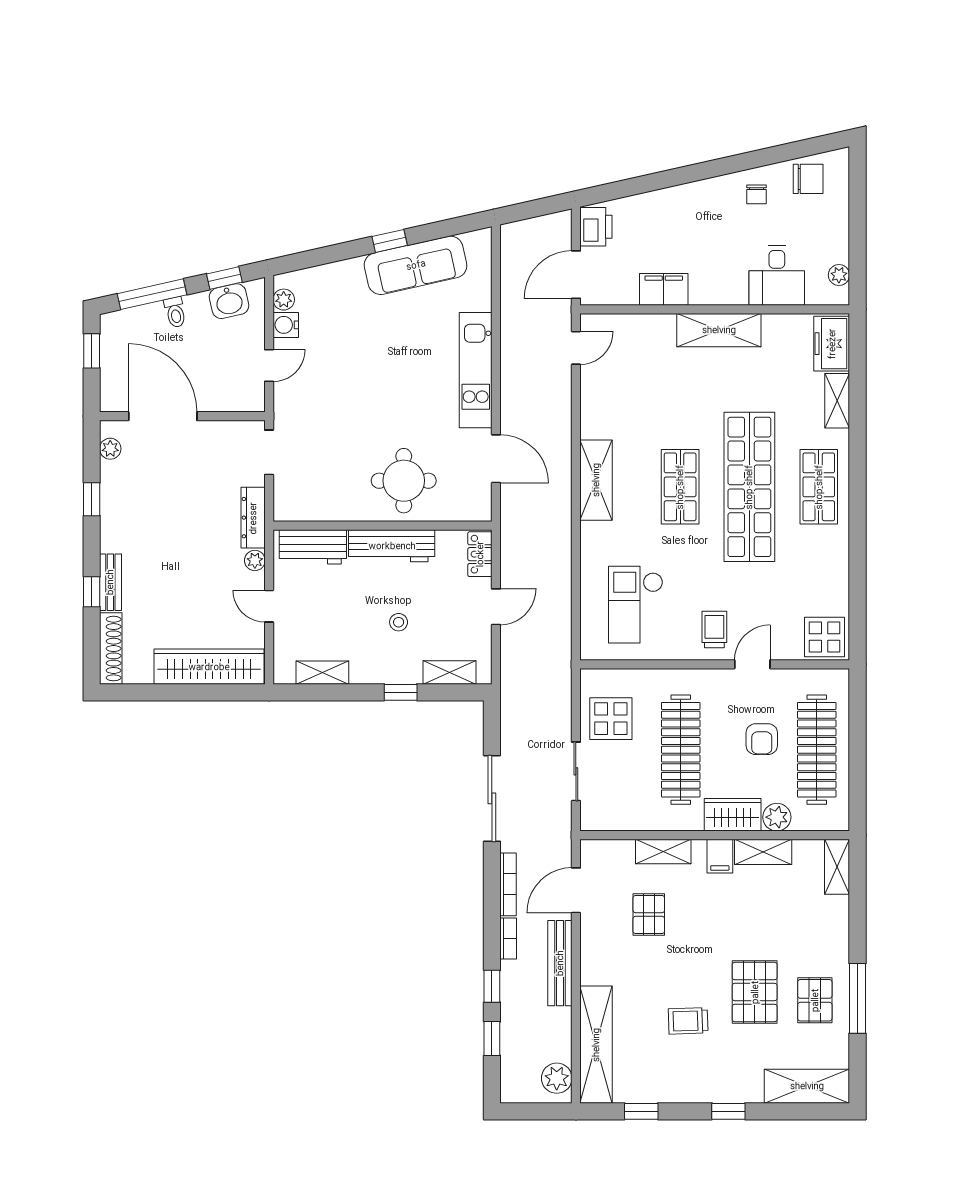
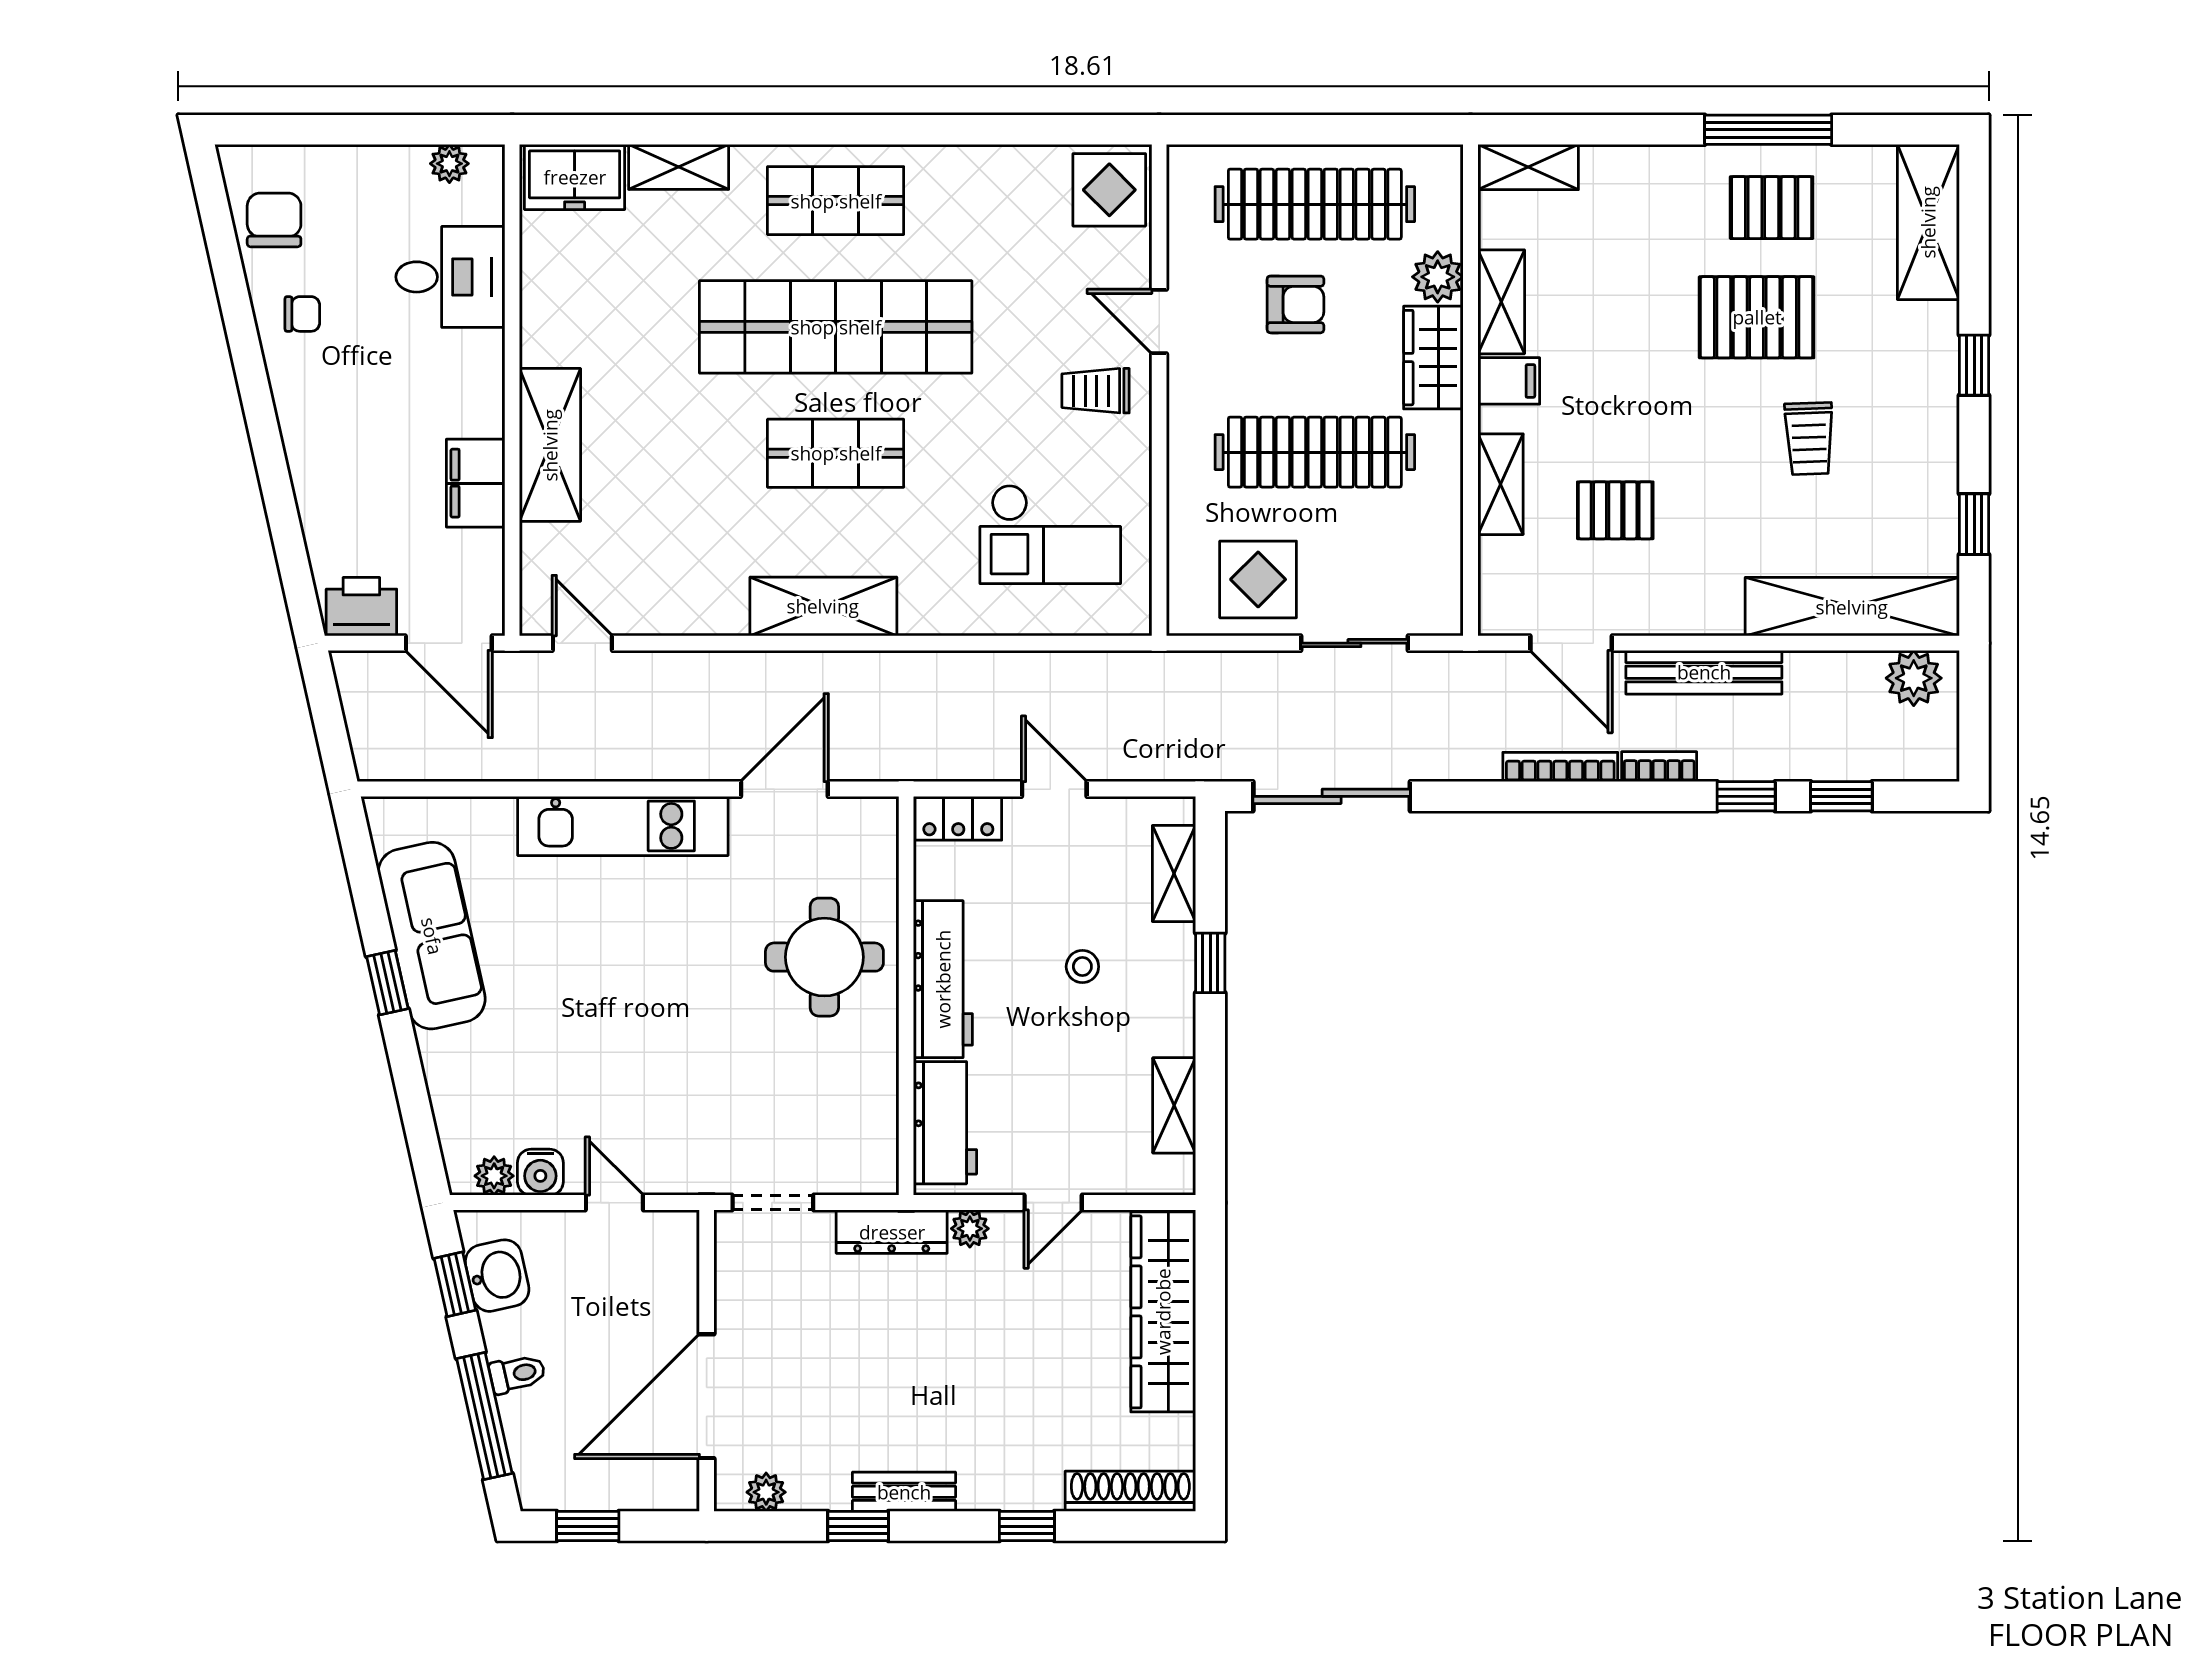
shelving: (719, 330) -> (550, 445), moved
bench: (110, 582) -> (904, 1492), moved
sliding door: (492, 798) -> (1332, 796), moved

